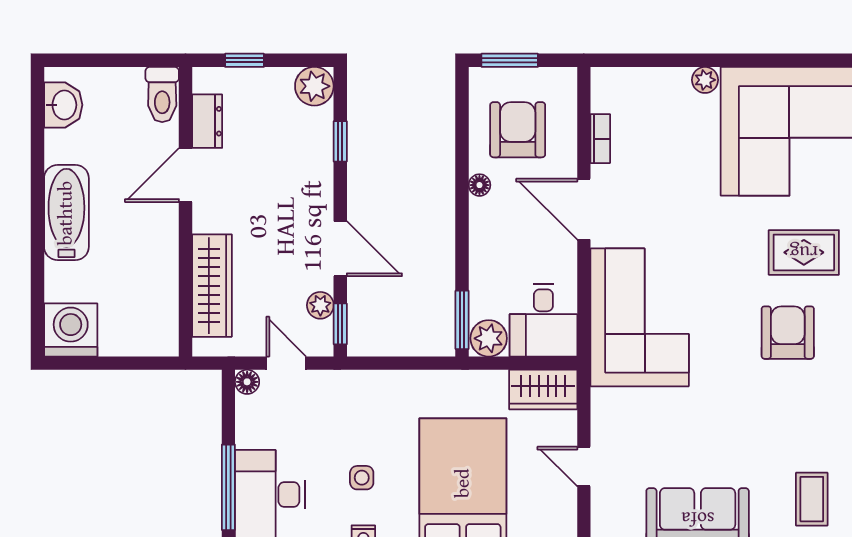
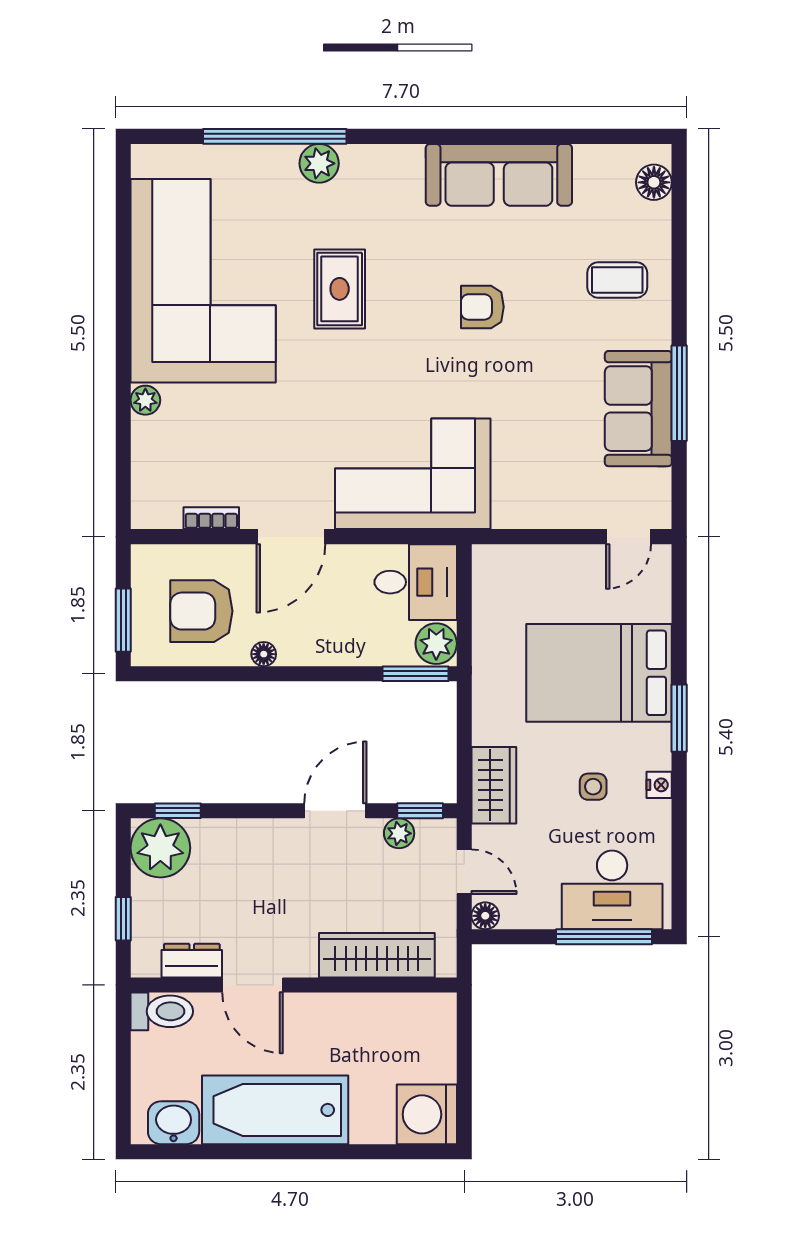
plant: (314, 86) -> (160, 848), width x1.36, depth x1.36
window: (340, 141) -> (178, 811), moved
bathtub: (66, 213) -> (275, 1110), width x1.36, depth x1.36
armchair: (788, 333) -> (482, 307), moved, width x0.72, depth x0.72
door: (286, 363) -> (464, 872), swing flipped
wardrobe: (543, 389) -> (494, 785), moved
door: (584, 467) -> (628, 537), moved

